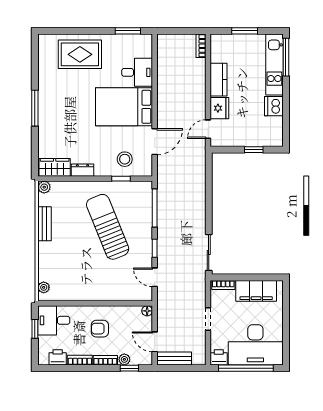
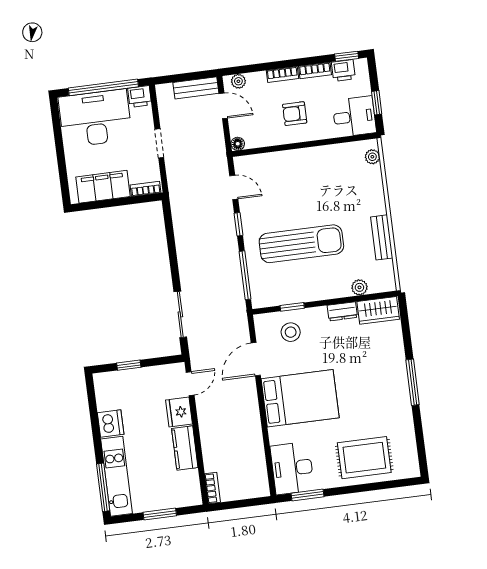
desk: (137, 72) -> (292, 468), moved, width x1.37
plant: (44, 187) -> (359, 287), moved
sun lounger: (108, 227) -> (301, 244), turned -68
sliding door: (209, 253) -> (180, 314), moved
armchair: (100, 329) -> (295, 114), turned 180
plant: (124, 359) -> (238, 81), moved
window: (129, 368) -> (347, 56), moved

